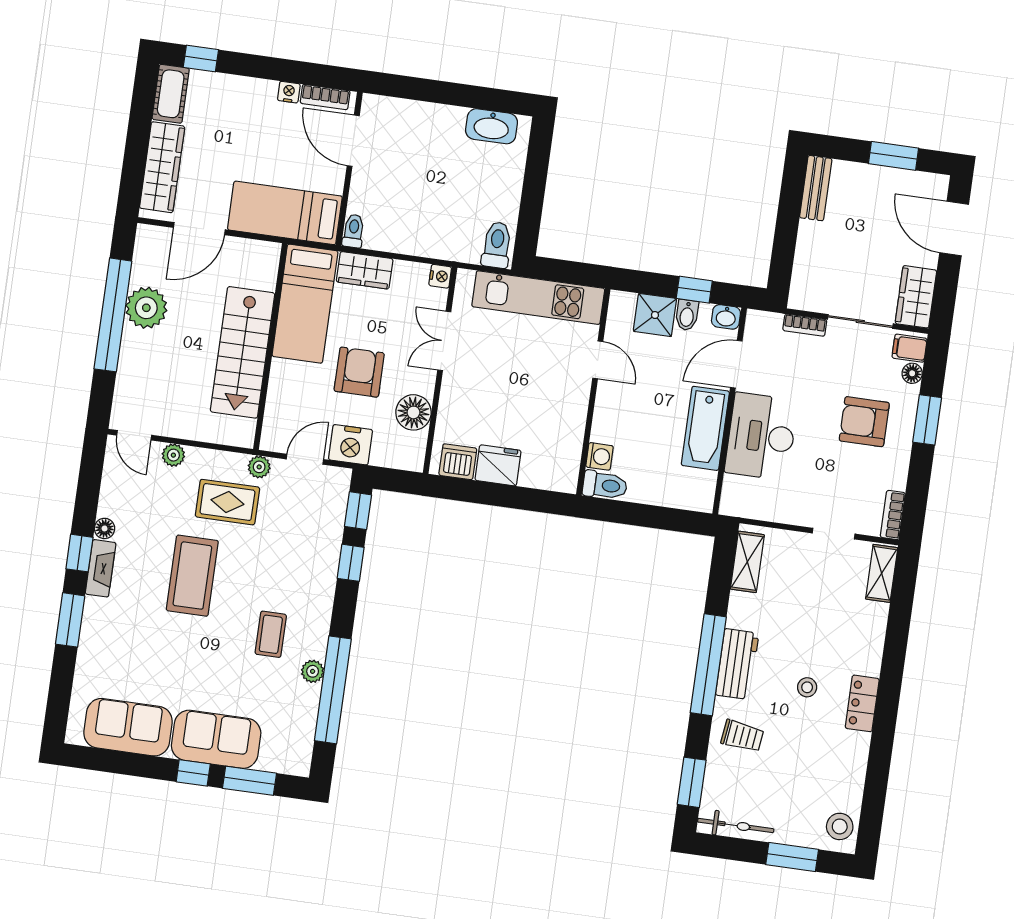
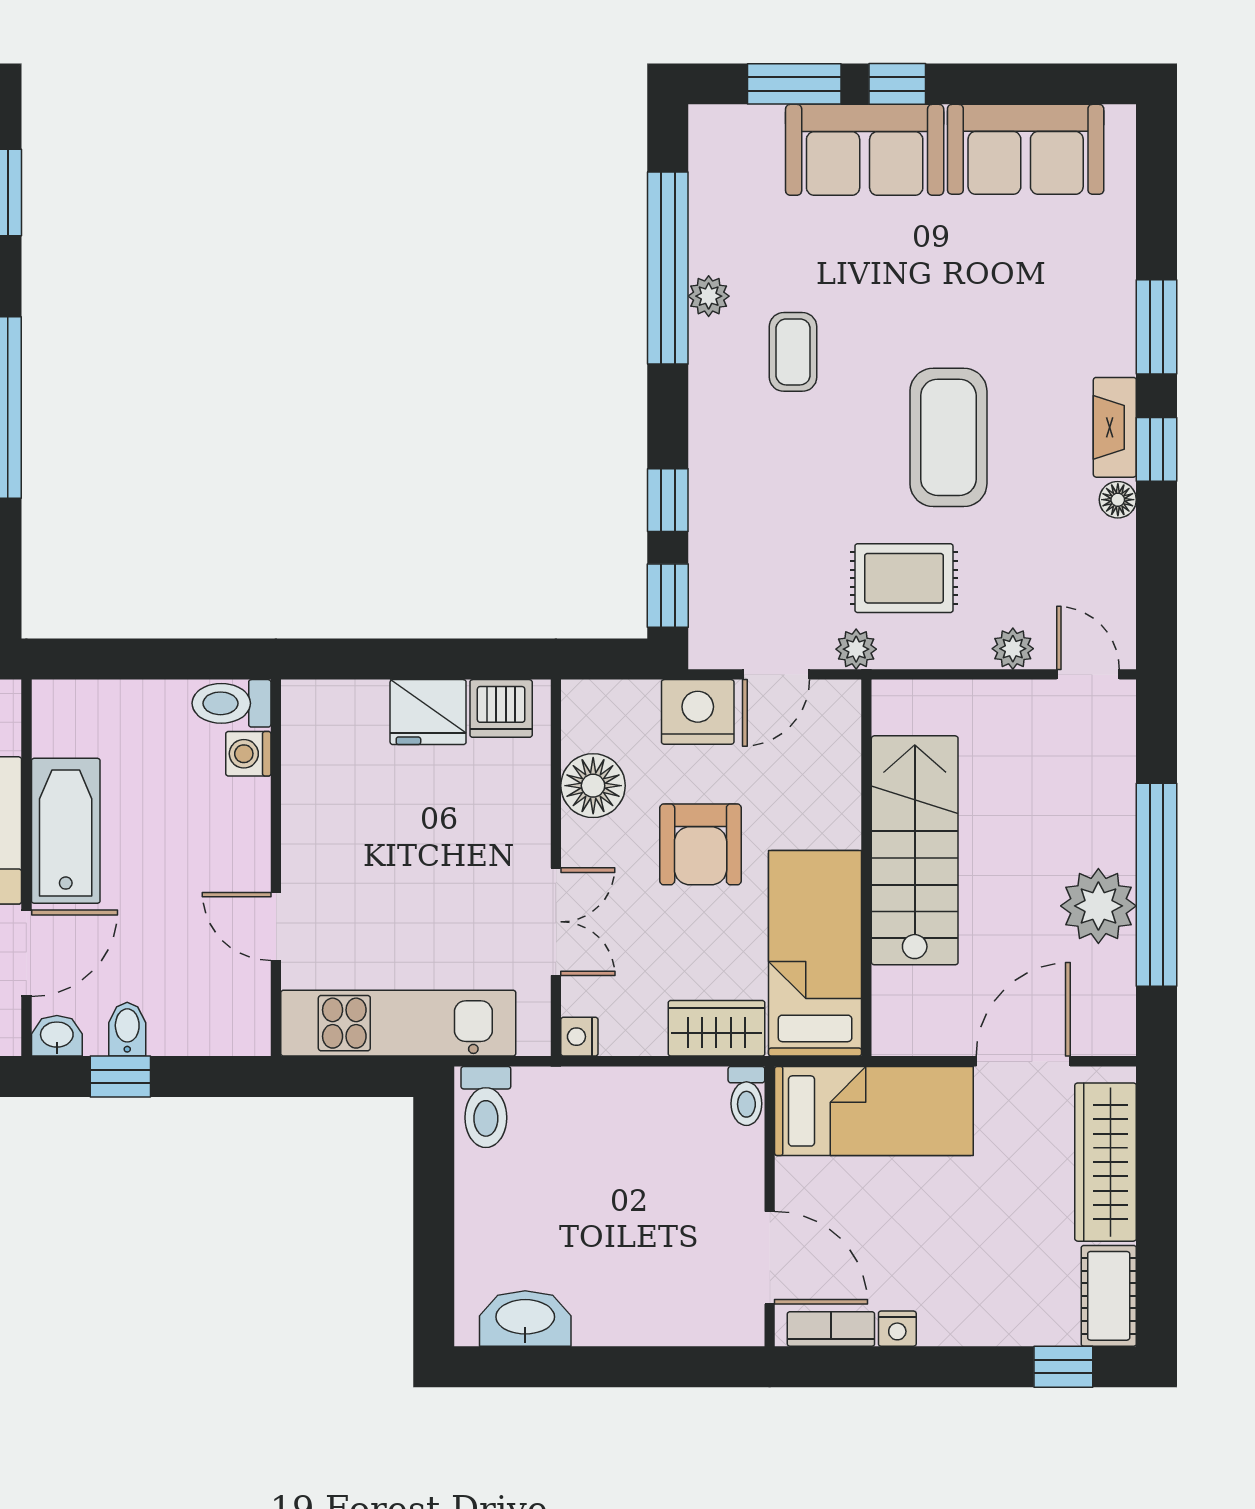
shower: (655, 315) -> (185, 1021), removed

